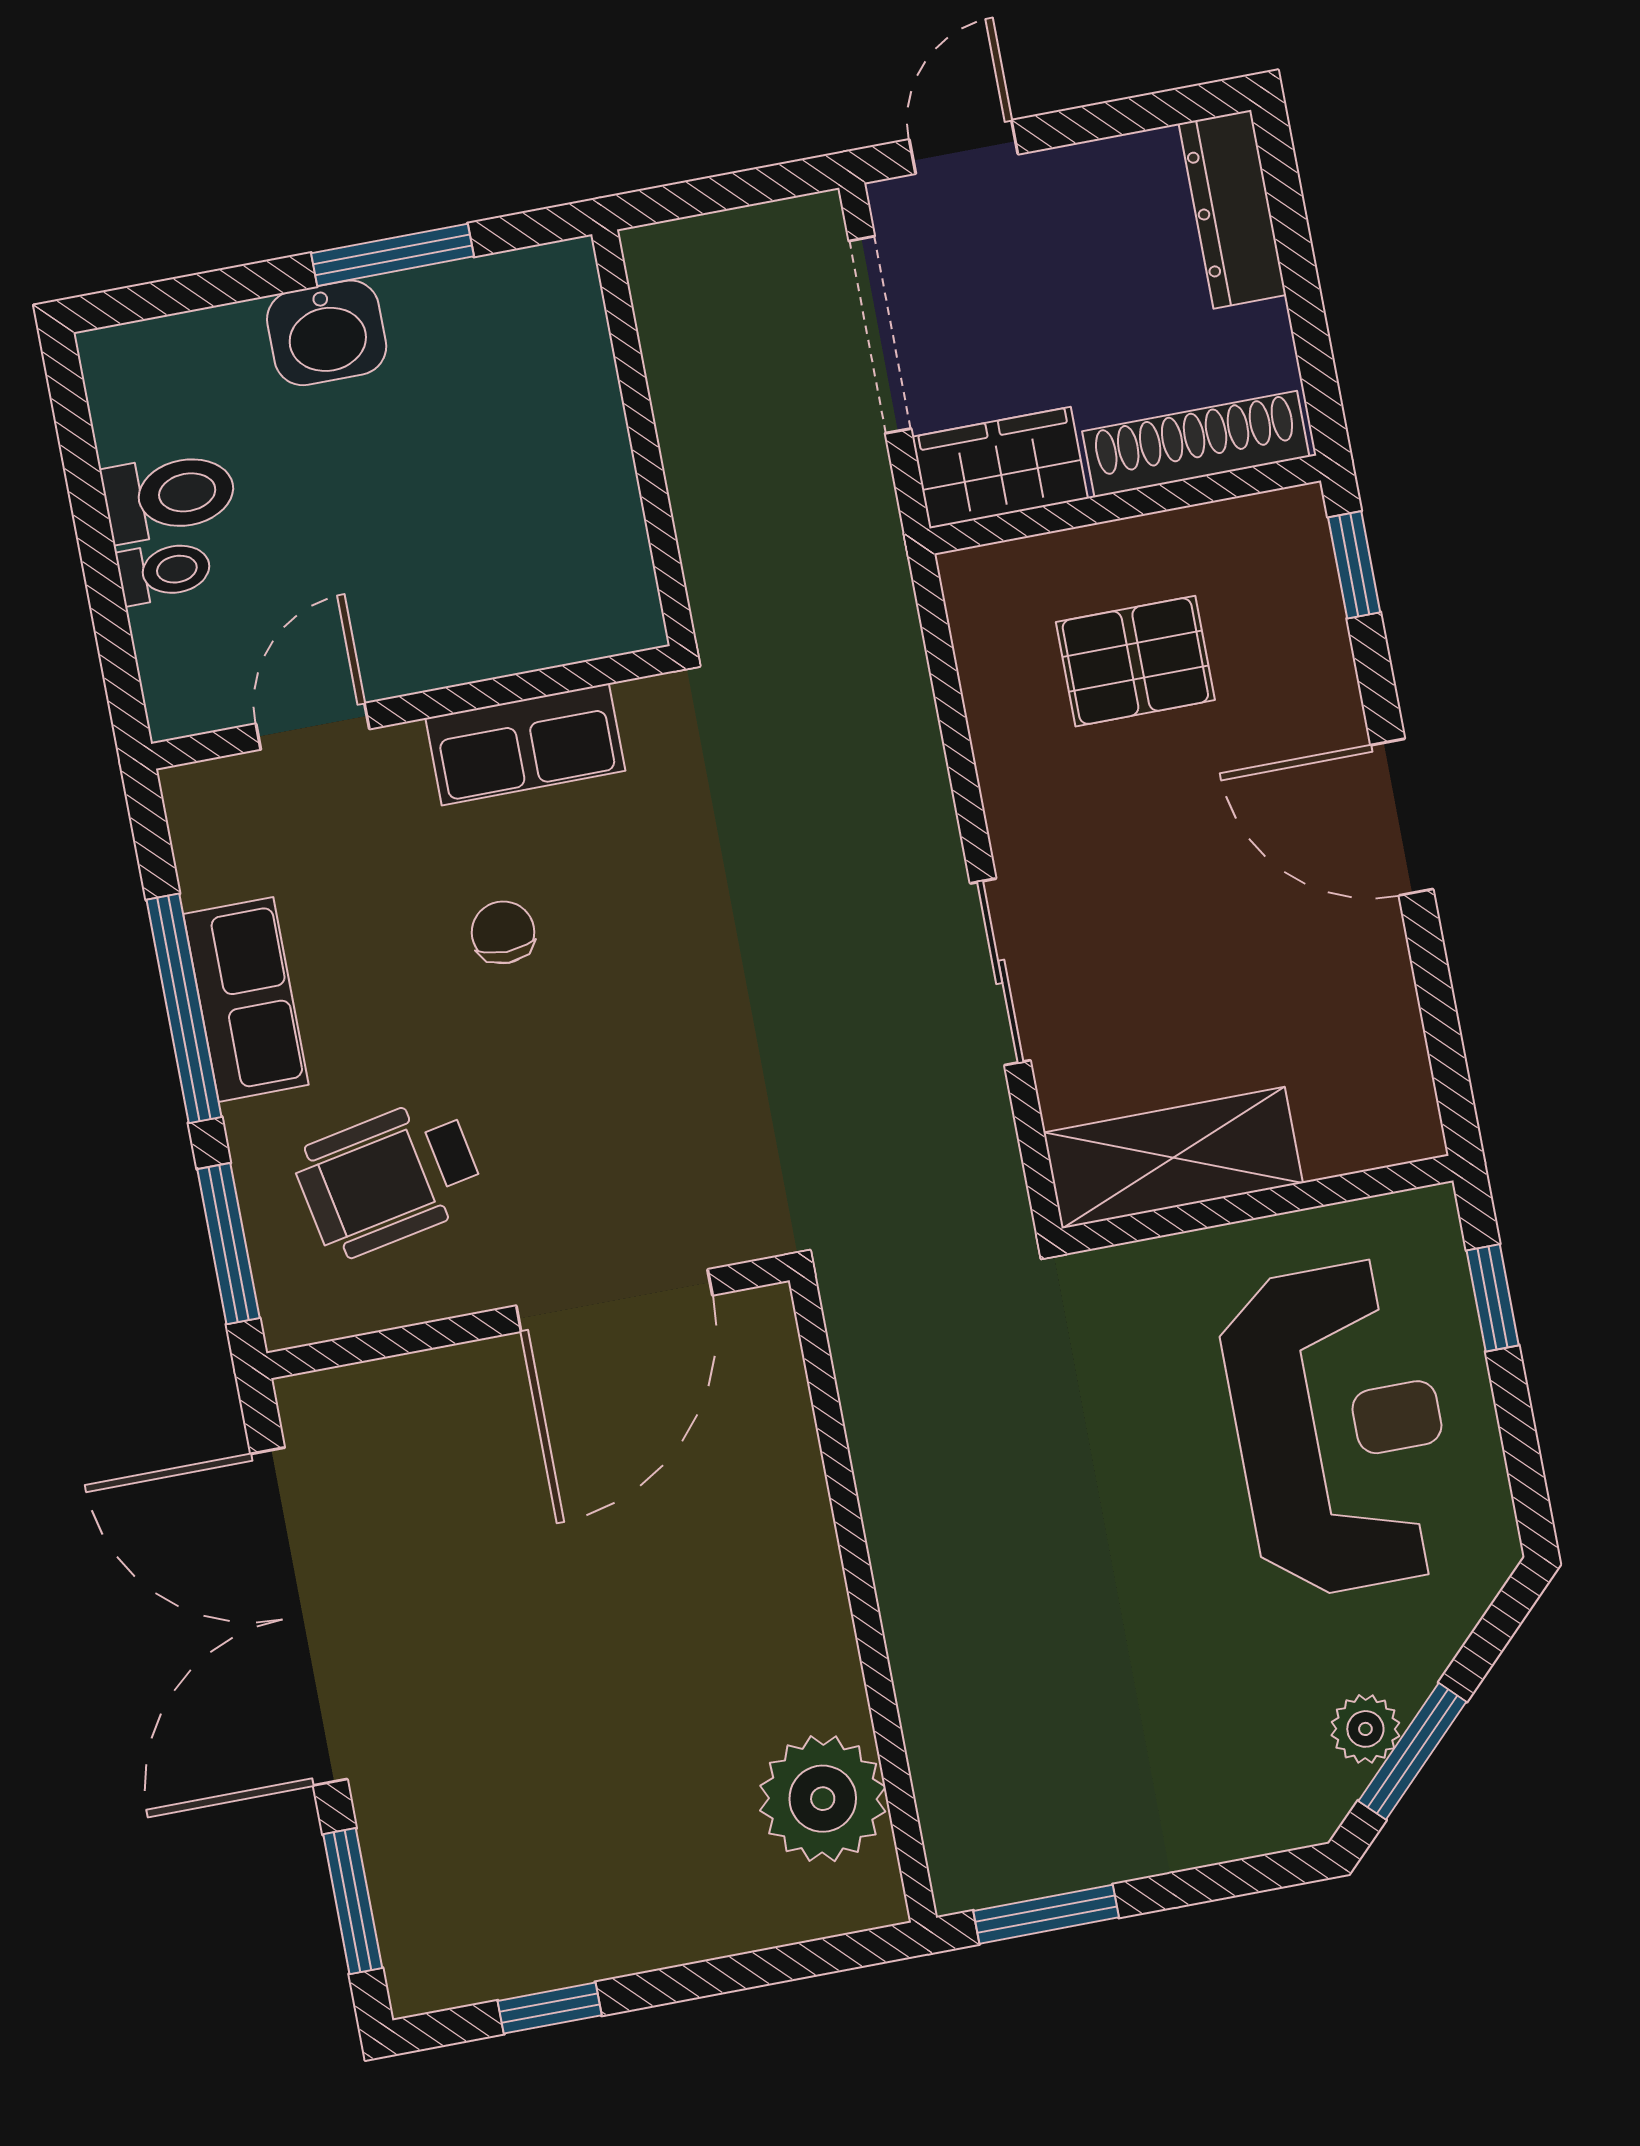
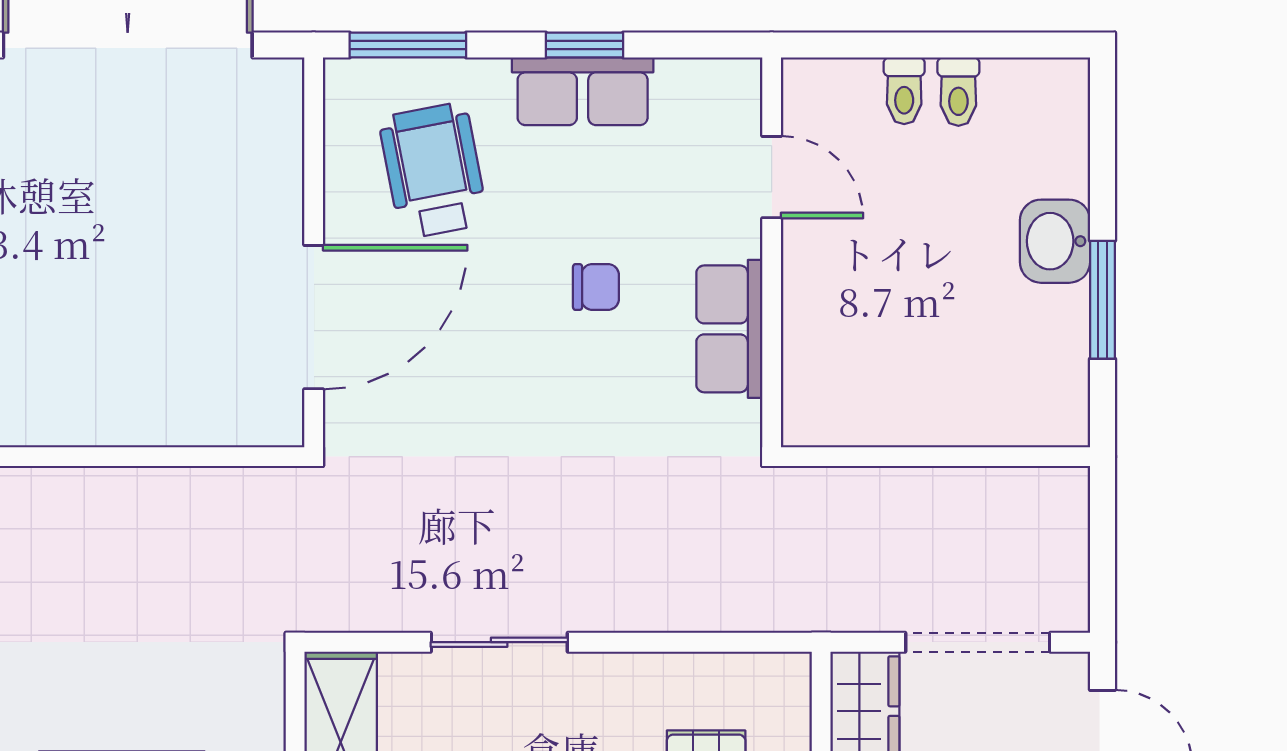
toilet: (170, 496) -> (958, 92), width x0.73, depth x0.72
window: (184, 1008) -> (585, 45), width x0.46
door: (614, 1301) -> (314, 317), swing flipped

